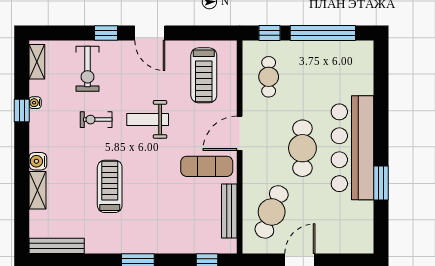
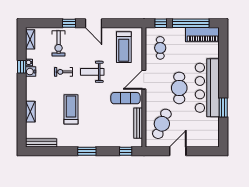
piano: (344, 53) -> (202, 35), added
water cooler: (38, 161) -> (31, 72), moved

